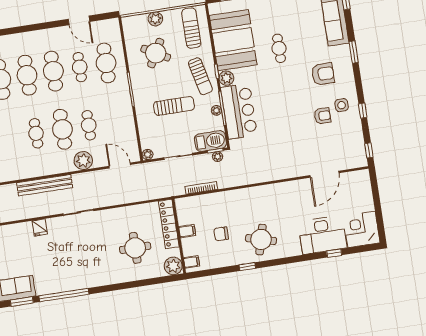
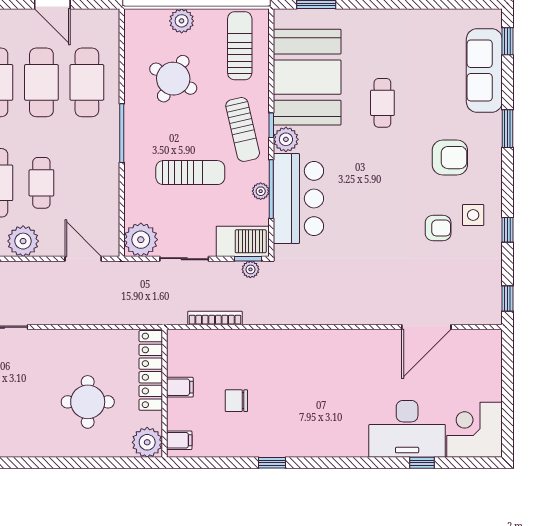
cafe table: (80, 67) -> (41, 82), width x1.37, depth x1.35
plant: (147, 154) -> (141, 240), width x1.88, depth x1.88
round table: (261, 240) -> (302, 421), removed

